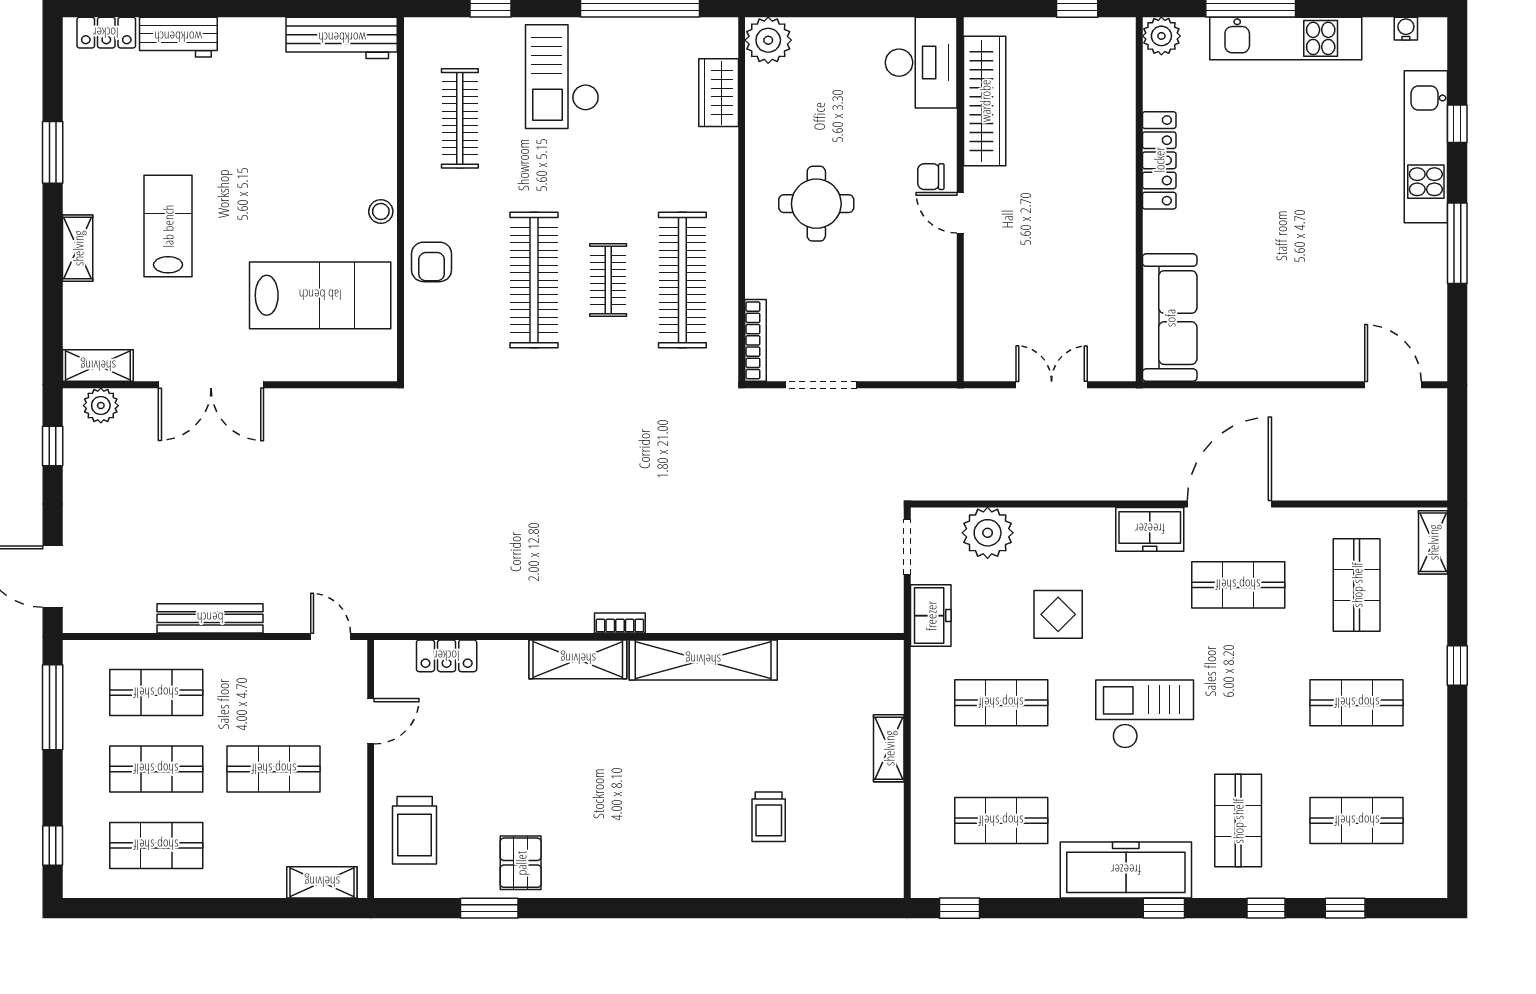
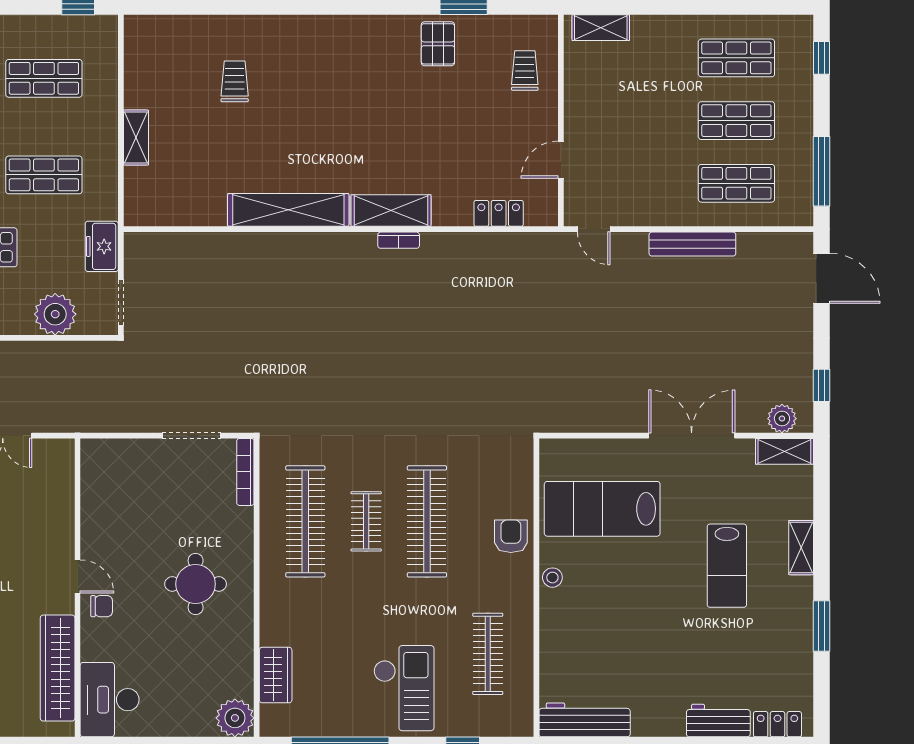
bookcase: (620, 623) -> (399, 240), moved
shop shelf: (274, 769) -> (640, 121), removed
trolley: (415, 830) -> (525, 70), width x0.73, depth x0.72

